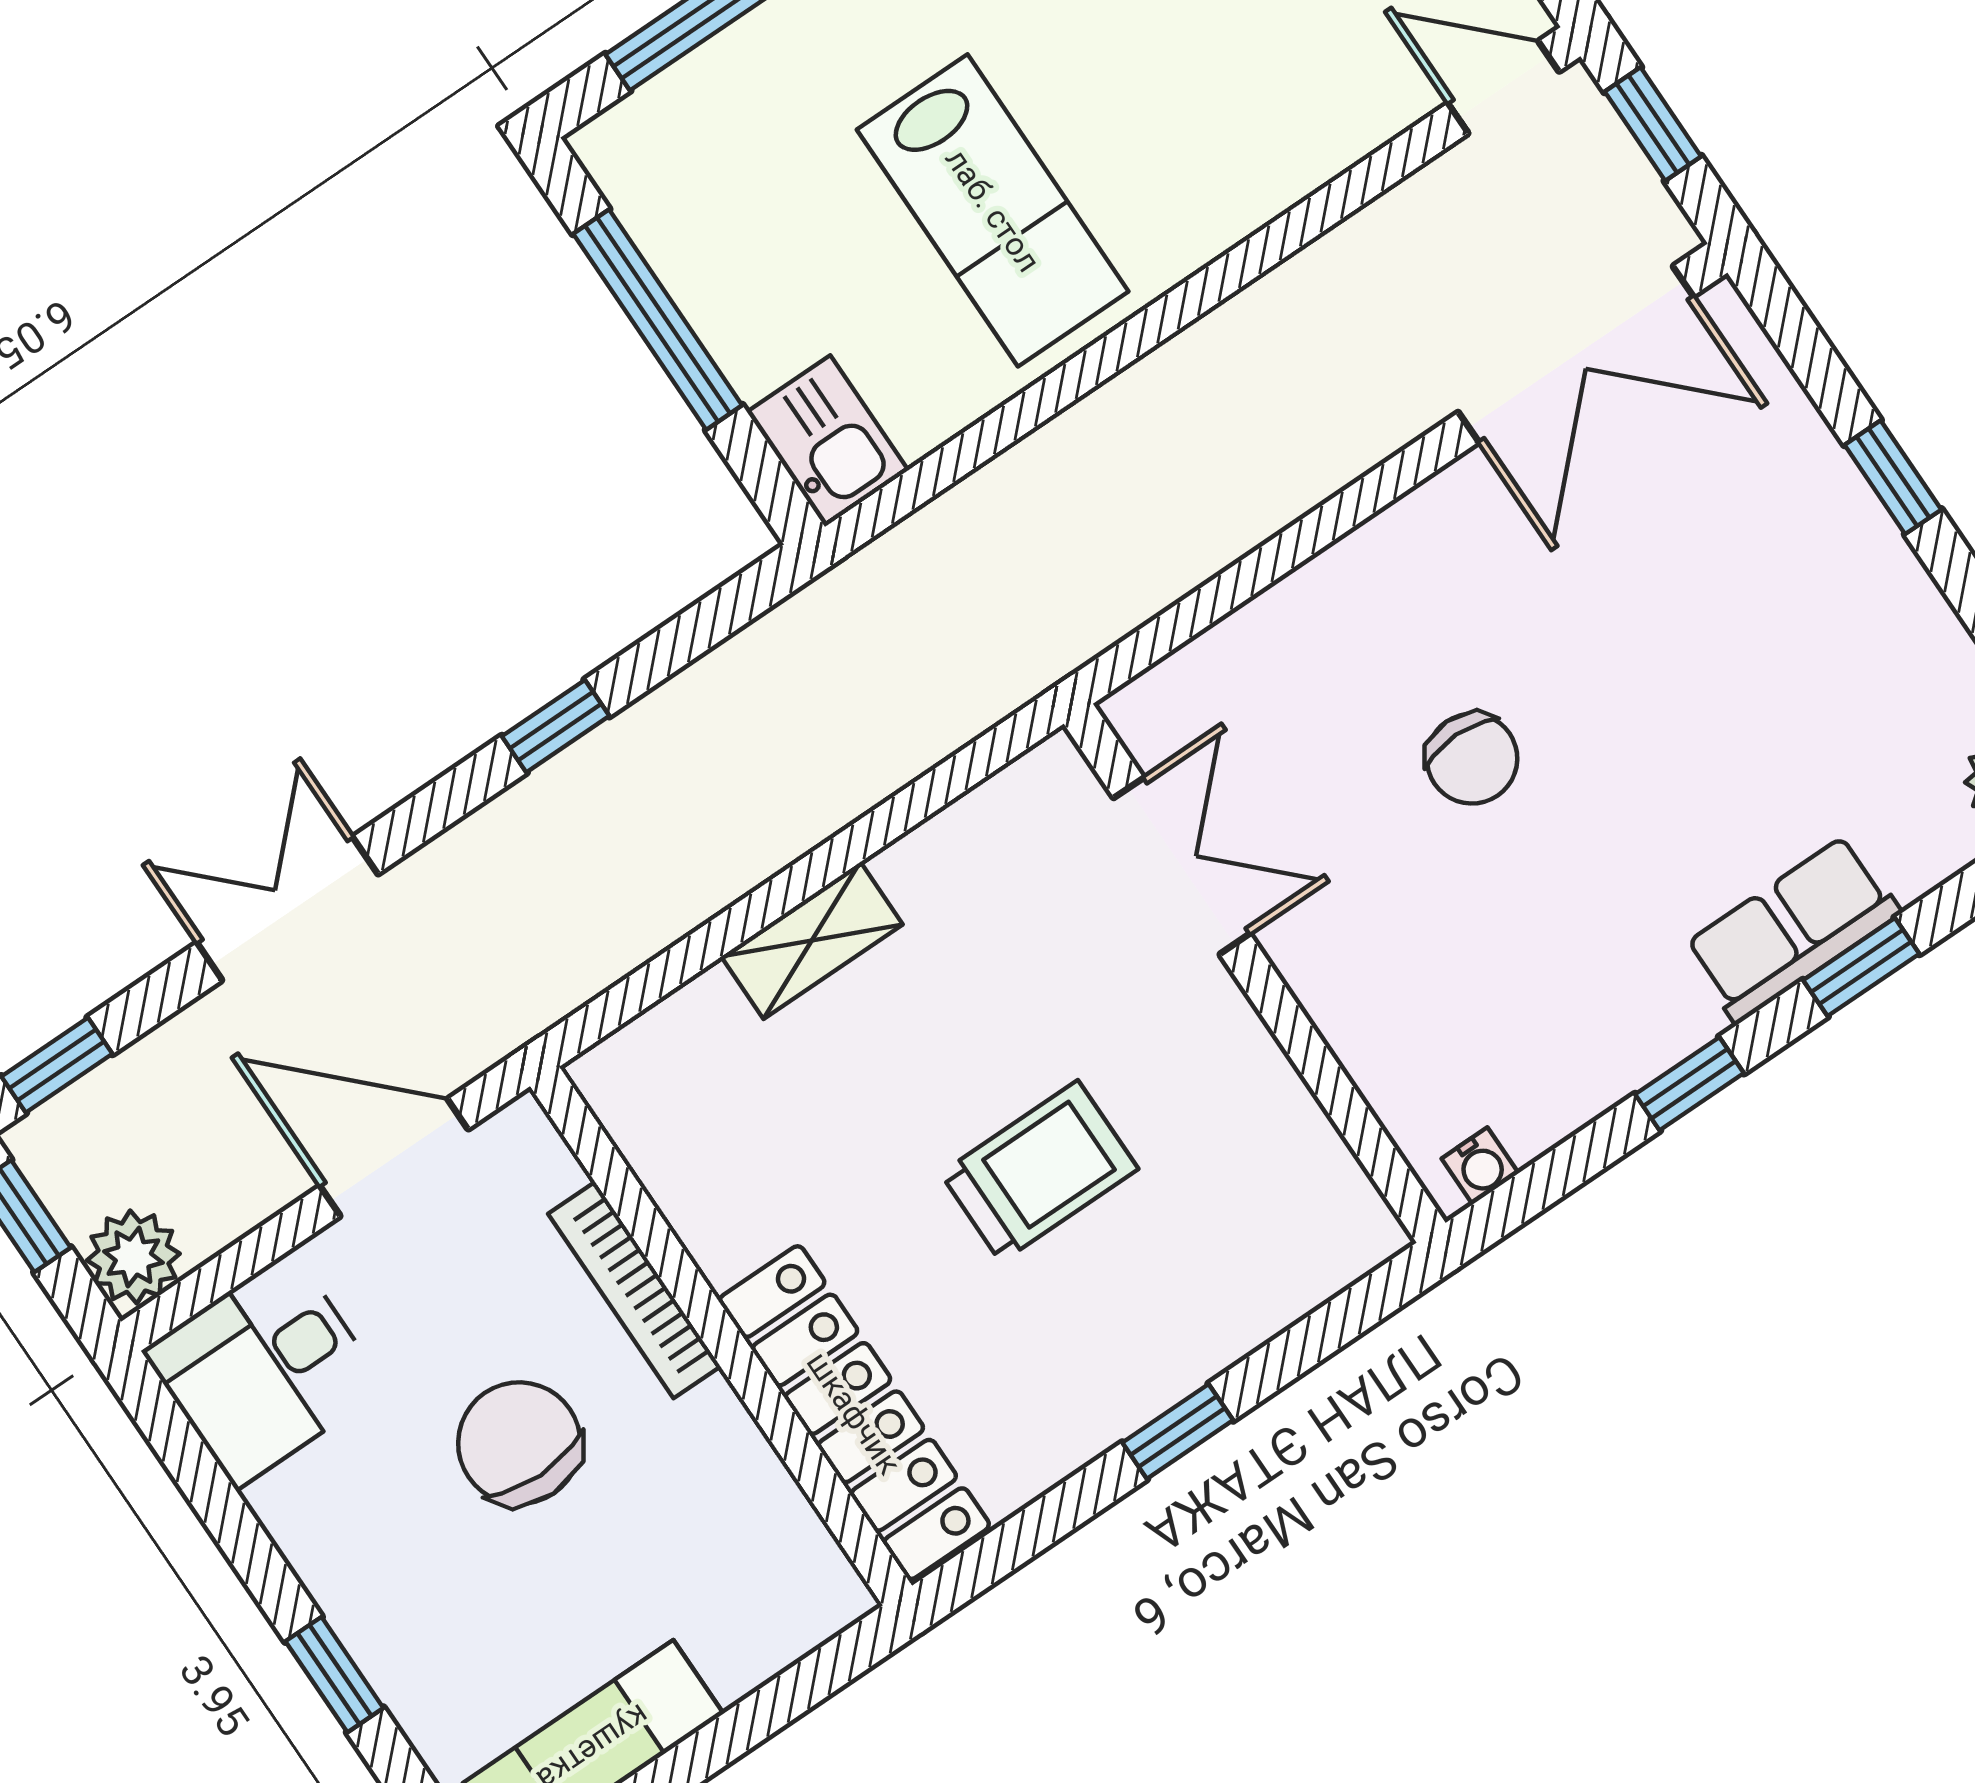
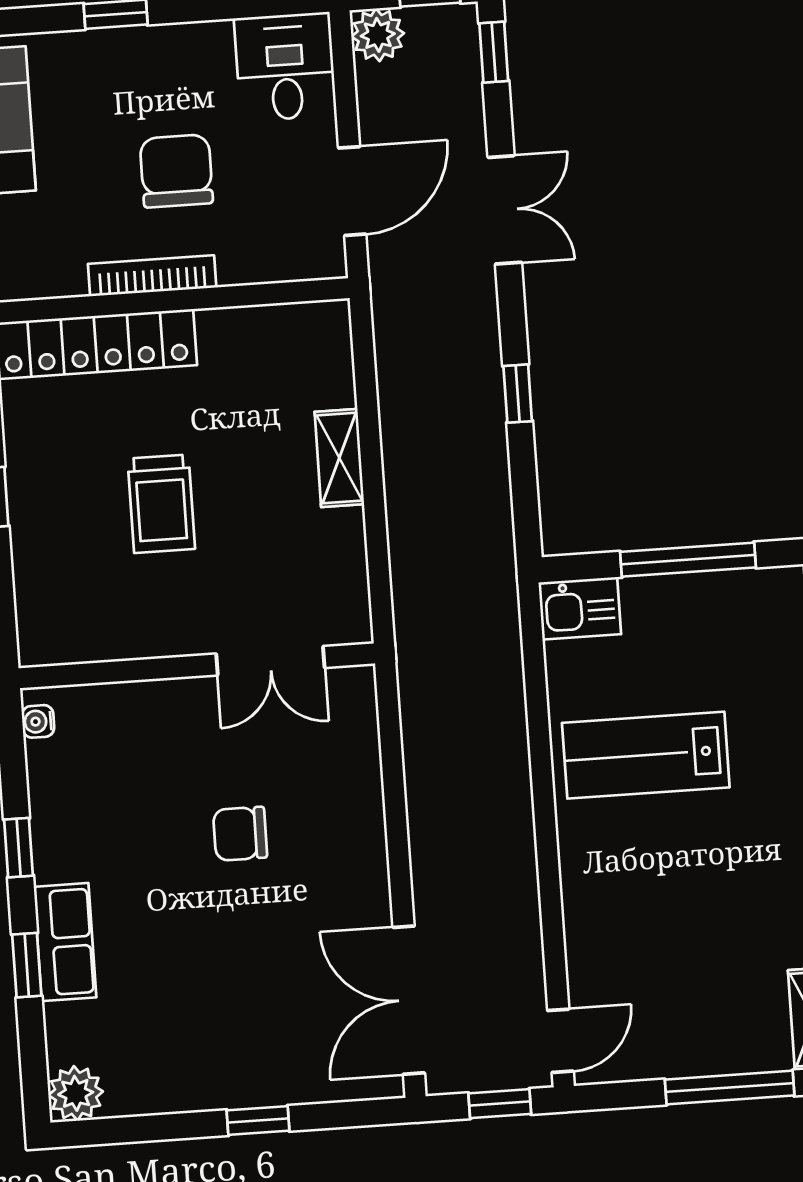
bookcase: (634, 1290) -> (152, 276), moved
chair: (519, 1443) -> (176, 171), turned -90

